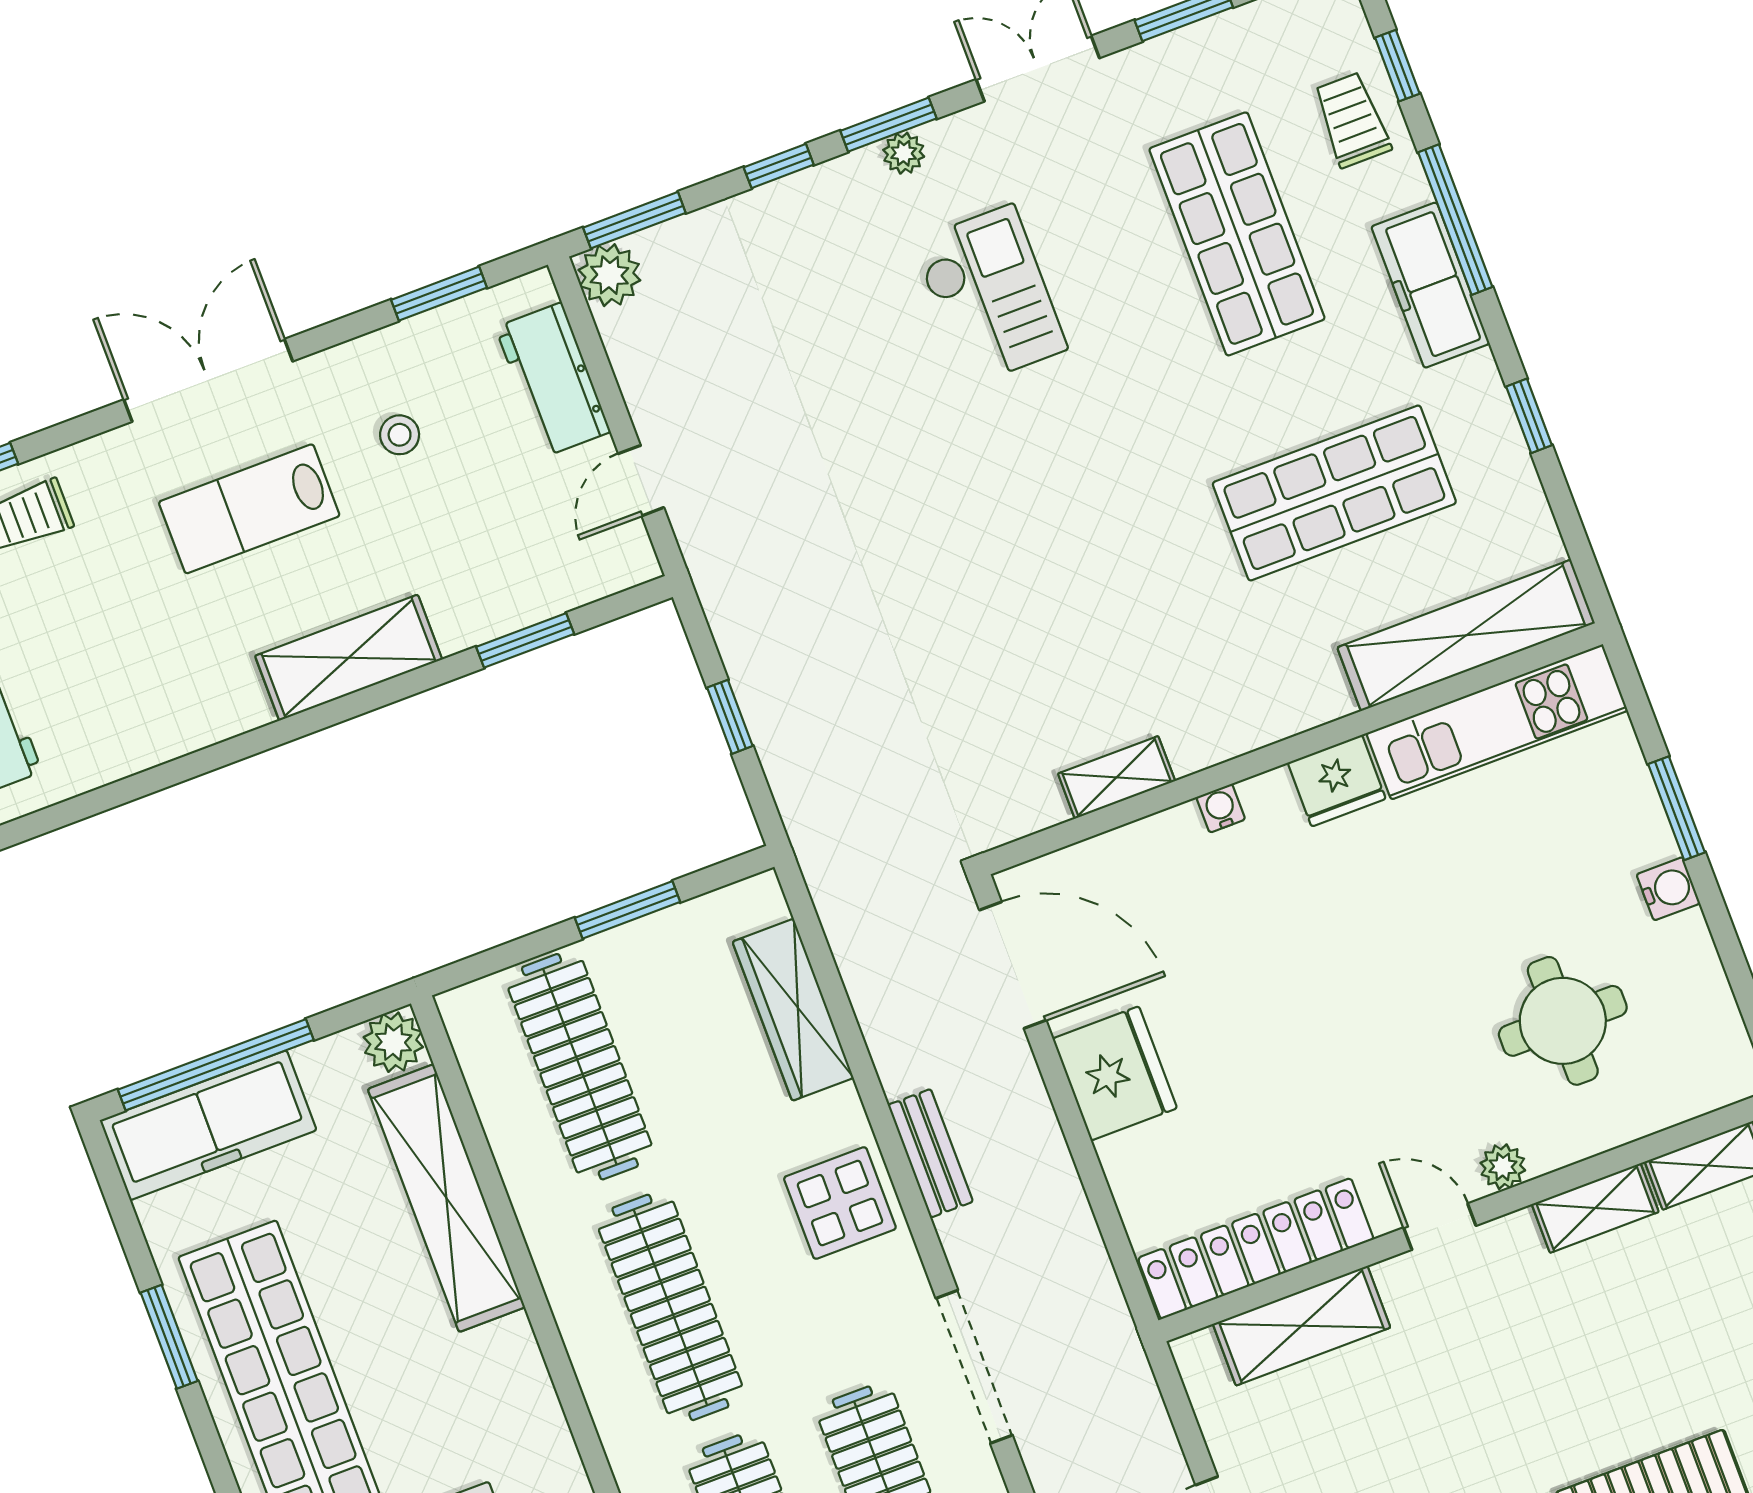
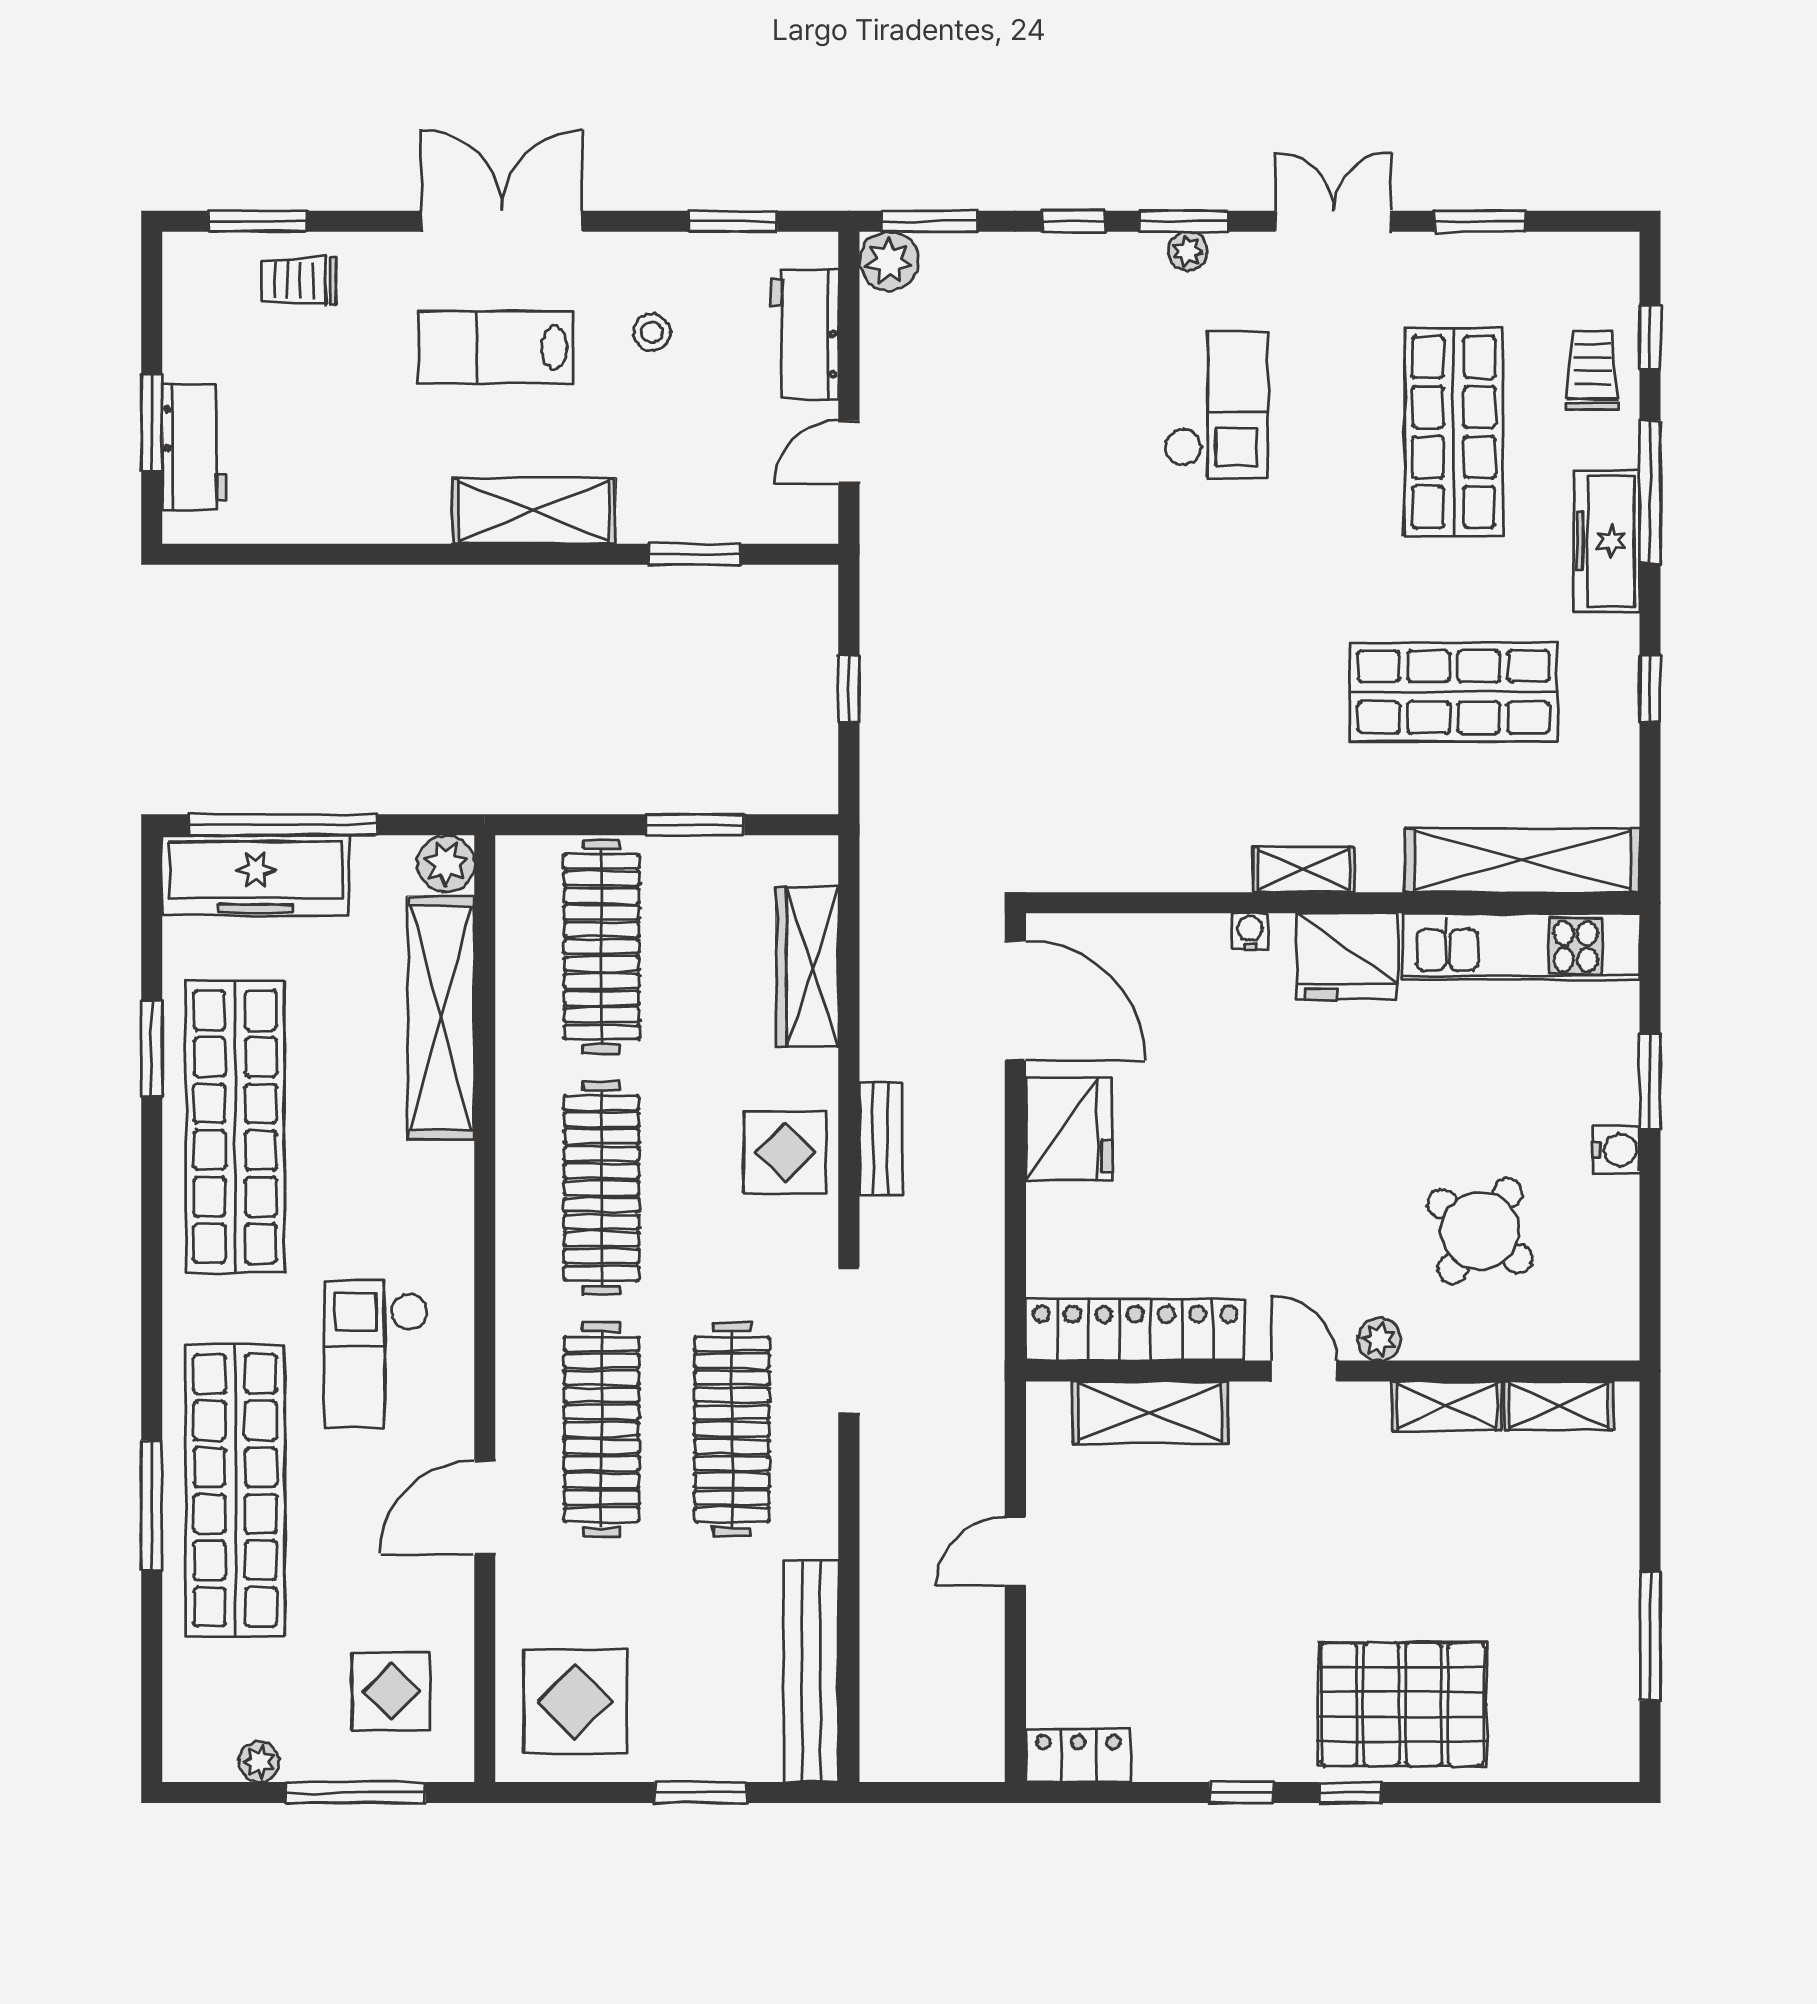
shelving: (1117, 777) -> (1304, 870), moved
fridge: (1337, 781) -> (1347, 956), width x1.36, depth x1.34
round table: (1563, 1021) -> (1480, 1231), turned 36

